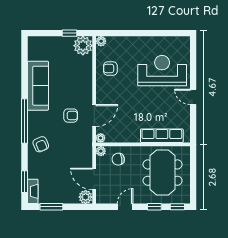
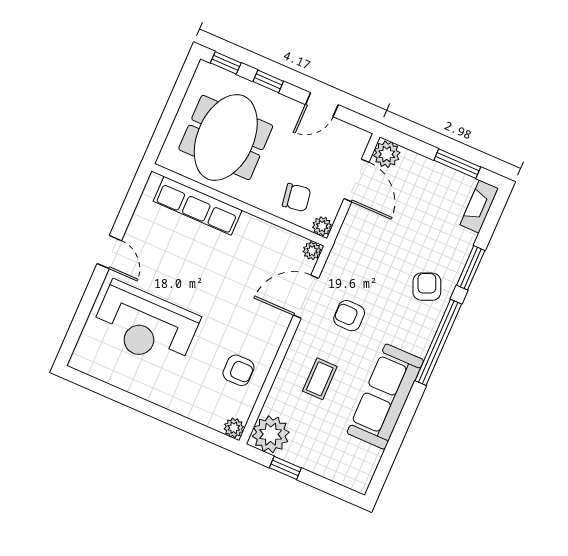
coffee table: (71, 81) -> (320, 379), added
window: (24, 182) -> (471, 268), moved

